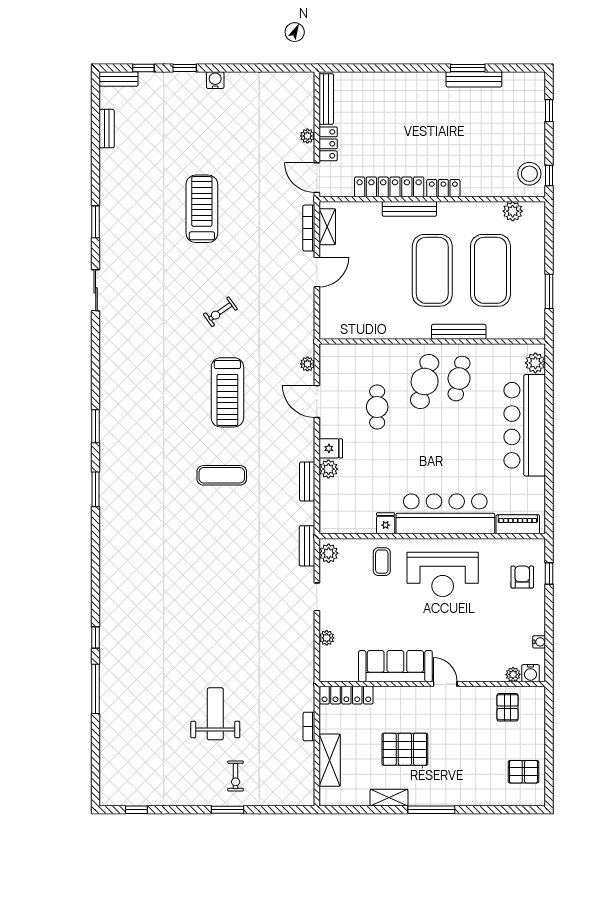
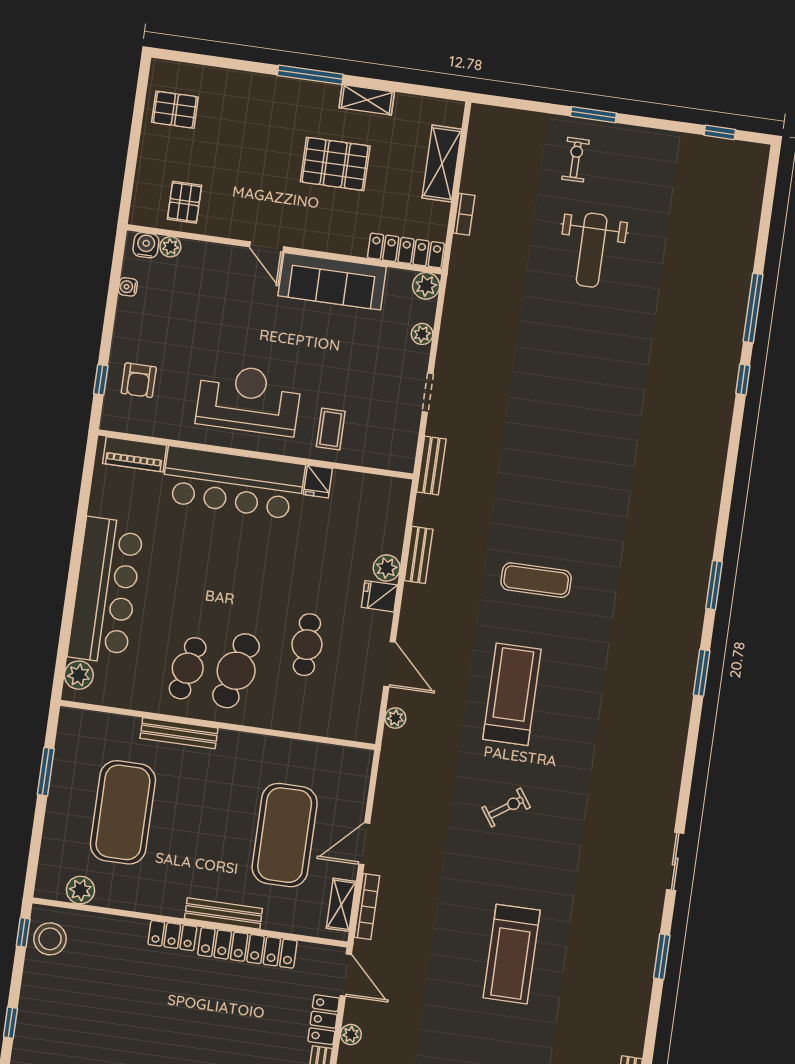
exercise mat: (432, 270) -> (285, 835), moved
plant: (329, 553) -> (426, 286), moved

